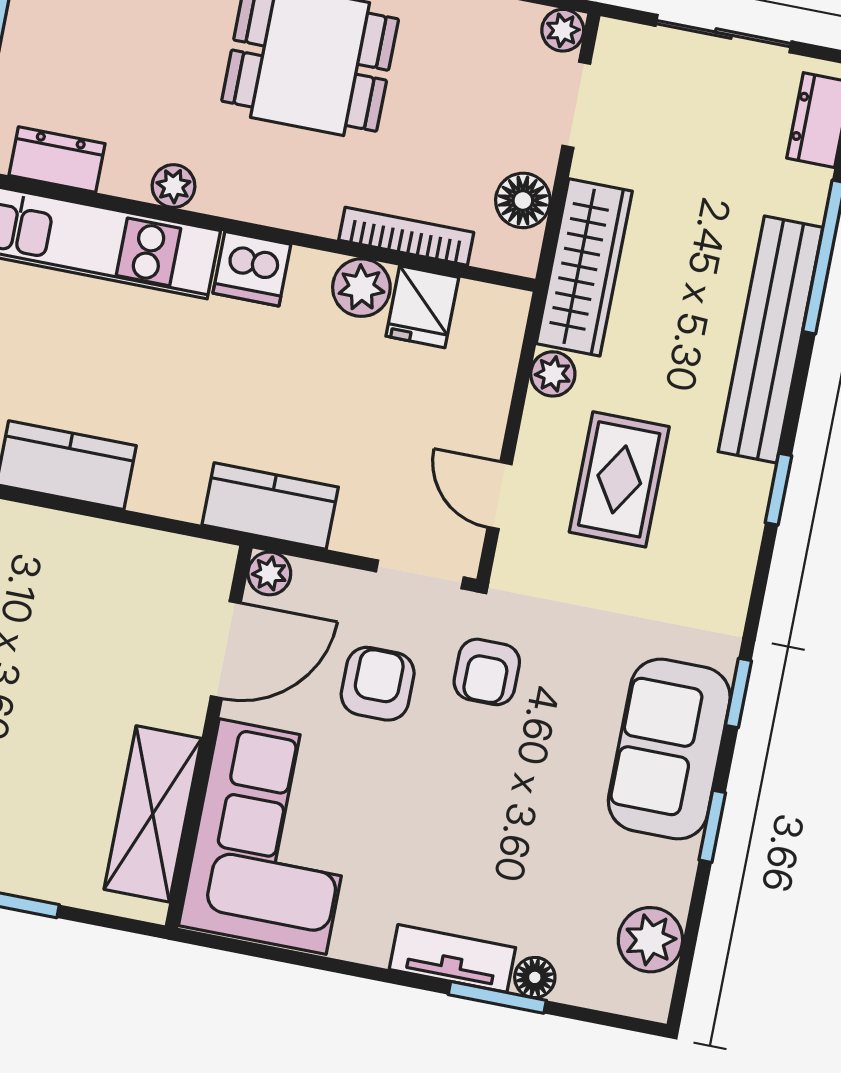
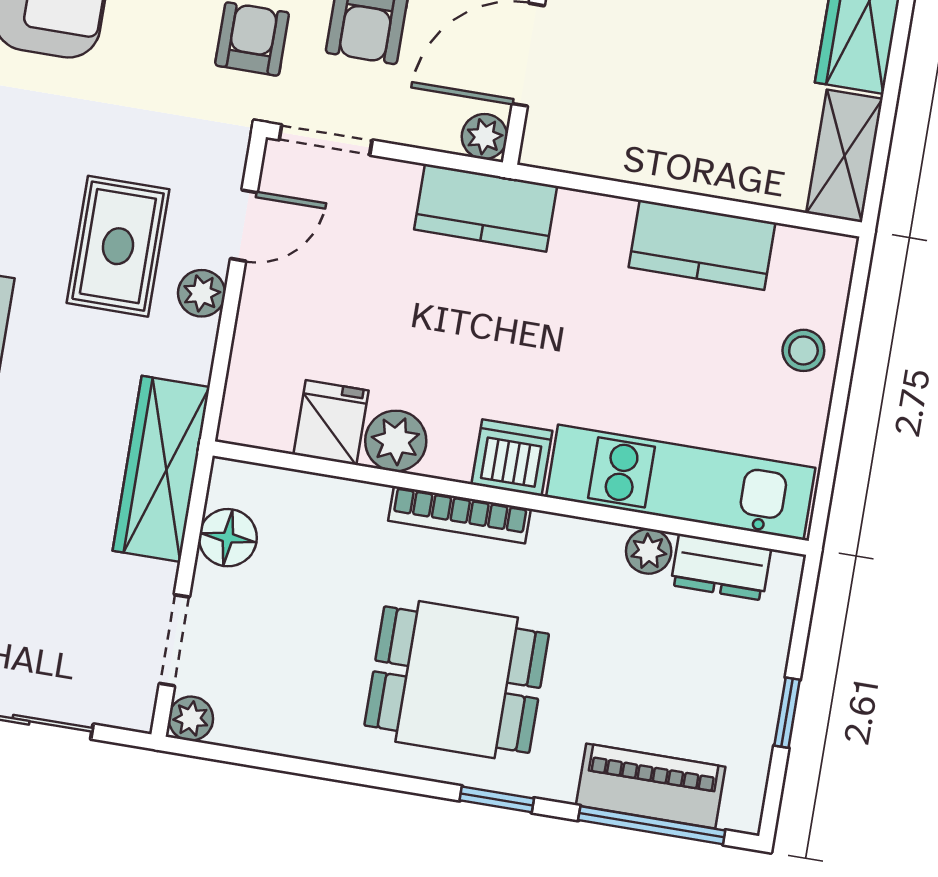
plant: (174, 186) -> (649, 551), moved
bookcase: (406, 236) -> (459, 515), moved
plant: (553, 374) -> (202, 293), moved
door: (500, 496) -> (244, 225), hinge flipped

